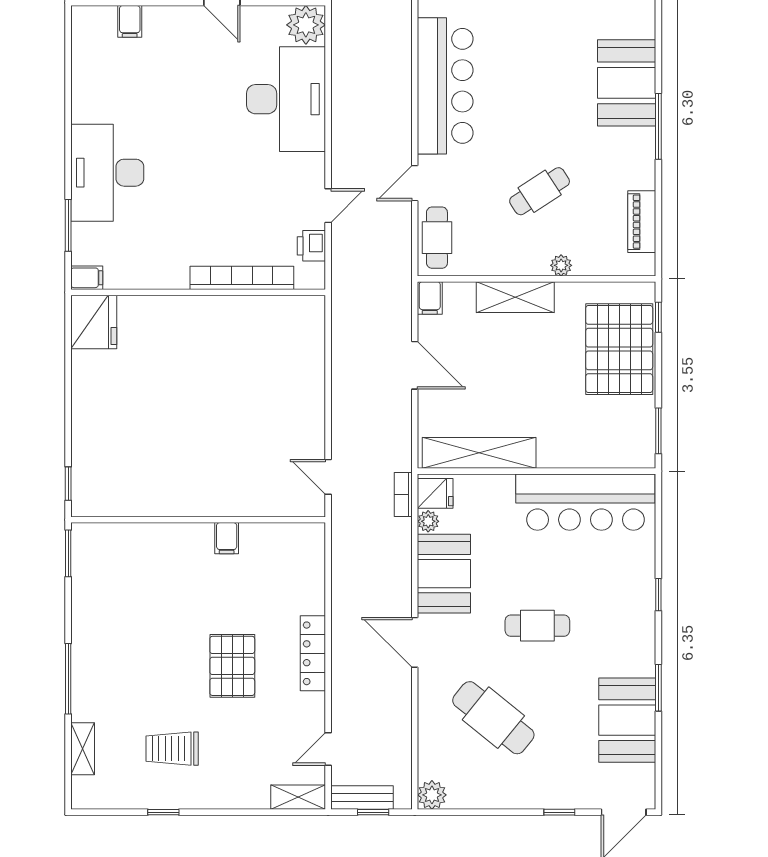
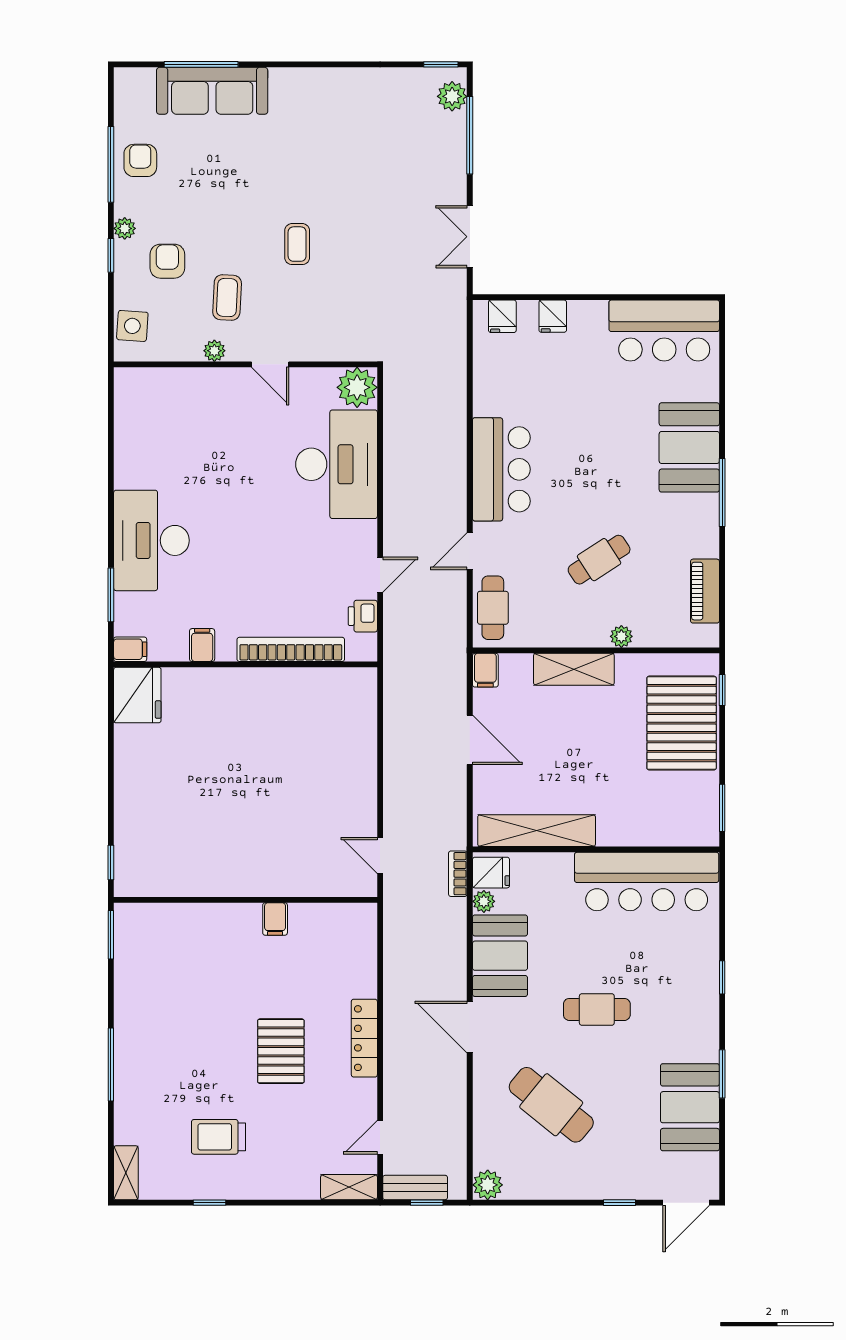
filing cabinet: (130, 21) -> (202, 645), moved, turned 180
bar counter: (445, 86) -> (501, 469), width x0.73
shelving: (83, 749) -> (126, 1173), moved

